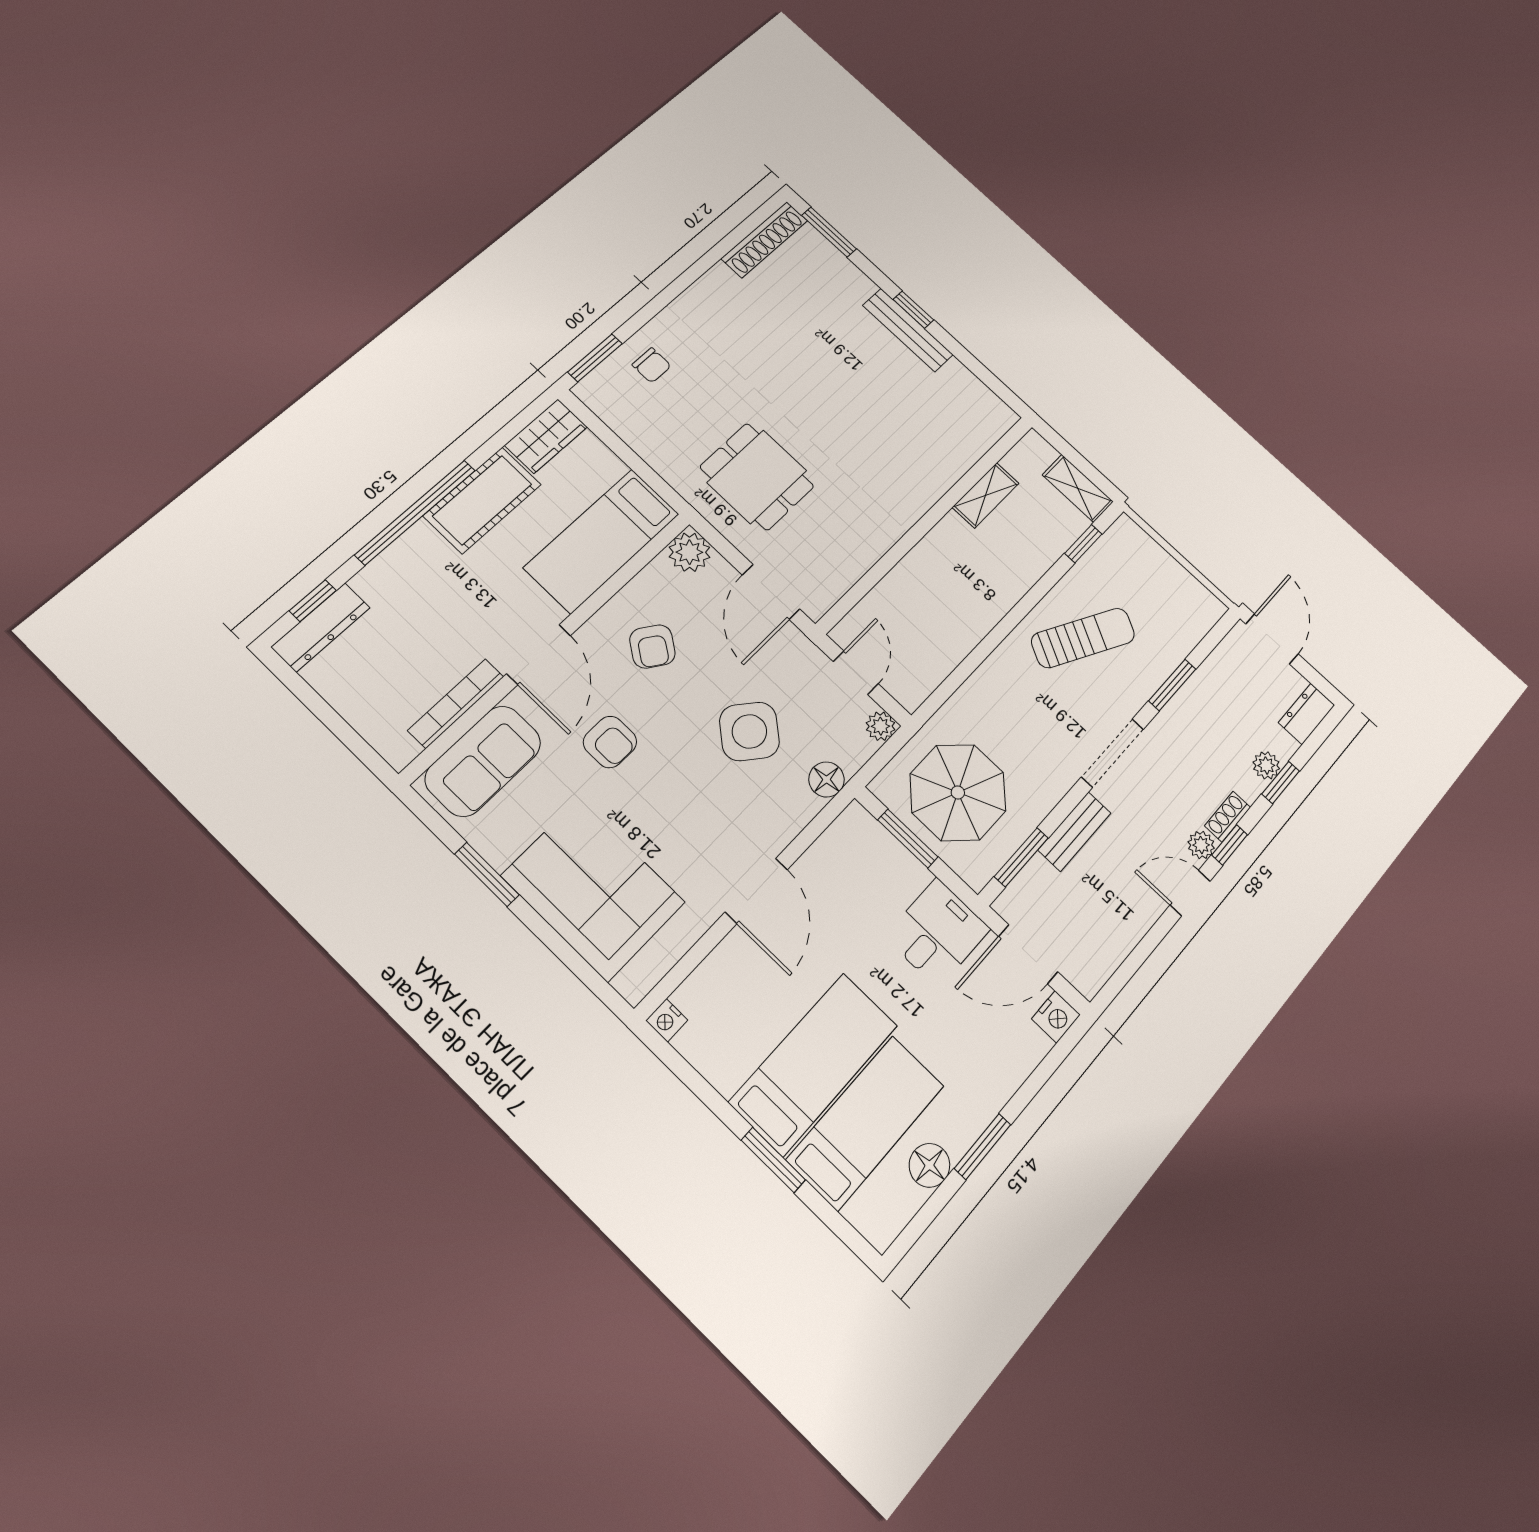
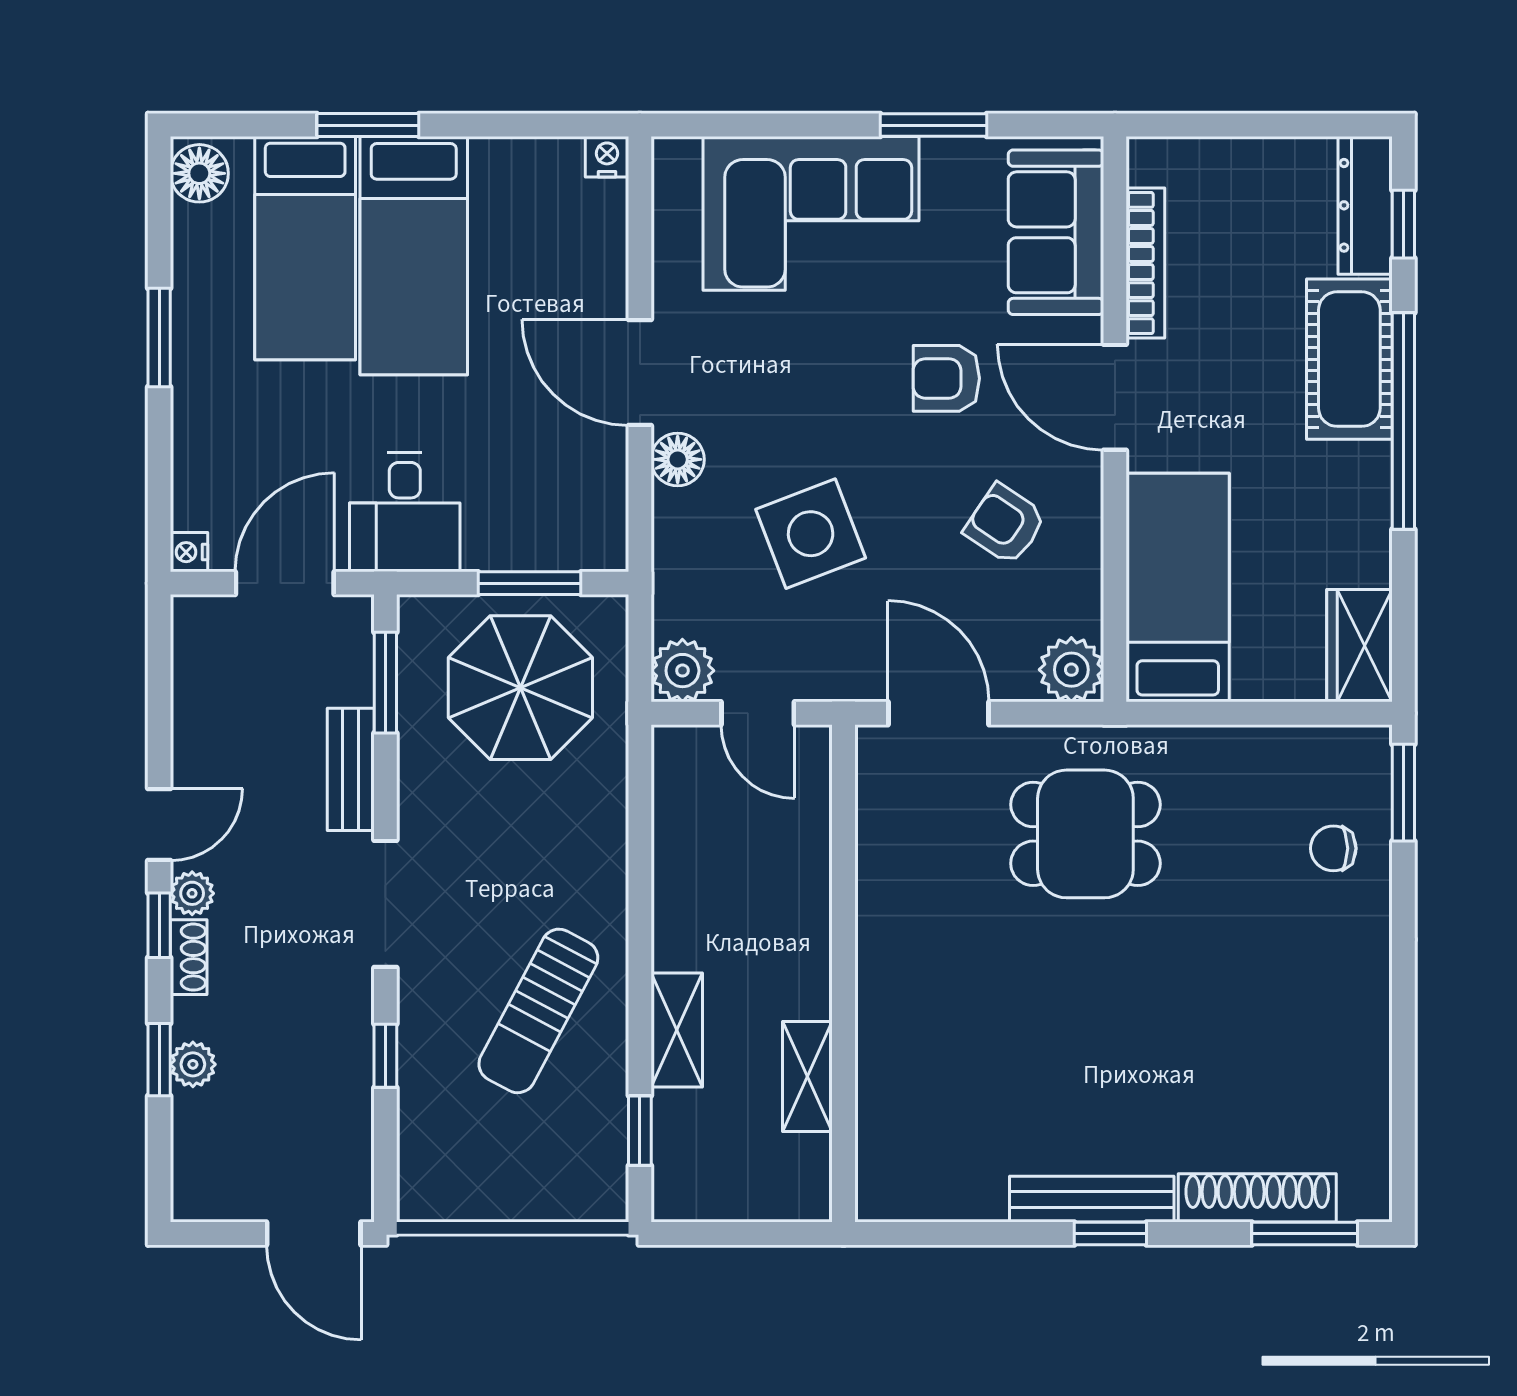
shoe rack: (764, 240) -> (1257, 1198), moved, turned 90
shelving: (1078, 488) -> (677, 1030), moved, turned 90
cot: (482, 500) -> (1349, 359), moved
window: (1172, 685) -> (385, 1056), width x0.67
dresser: (1307, 714) -> (196, 1177), removed
plant: (881, 726) -> (682, 671), width x1.38, depth x1.38
side table: (749, 731) -> (811, 534), turned 30
floor lamp: (826, 779) -> (678, 459), moved
nightstand: (1056, 1017) -> (189, 552), width x0.72, depth x0.74
floor lamp: (929, 1165) -> (199, 173), moved

